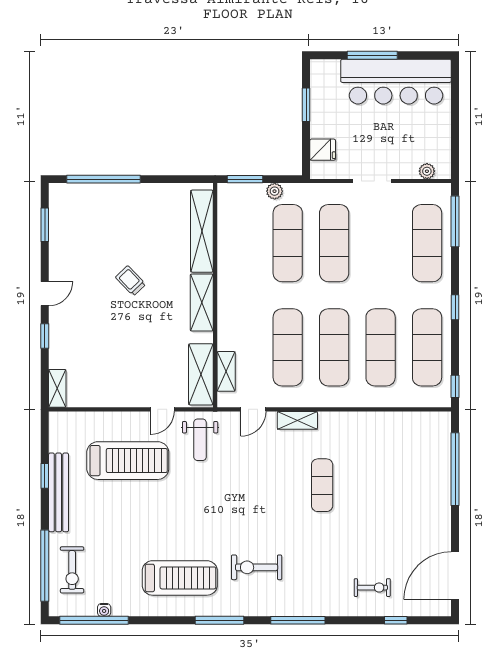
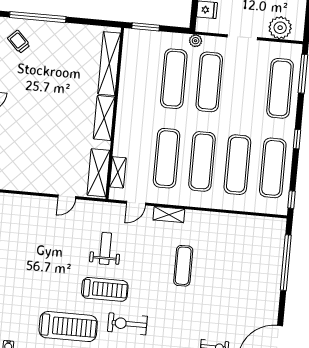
plant: (427, 171) -> (280, 28), width x1.88, depth x1.88
plant: (275, 191) -> (196, 41), moved
trolley: (131, 281) -> (19, 42), moved
weight bench: (200, 440) -> (105, 249), moved, turned 180
treadmill: (128, 461) -> (105, 289), moved, width x0.73, depth x0.73

